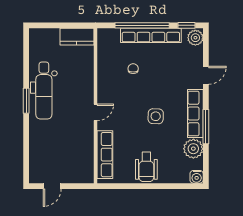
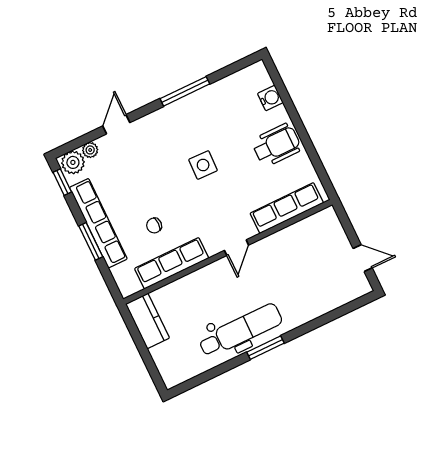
window: (142, 25) -> (91, 241), width x0.47
door: (206, 75) -> (116, 124), hinge flipped
door: (95, 112) -> (237, 248), swing flipped
row of seats: (195, 114) -> (172, 263), moved, turned 180
plant: (193, 149) -> (90, 150), moved, width x0.53, depth x0.53
water cooler: (197, 177) -> (270, 98), moved

